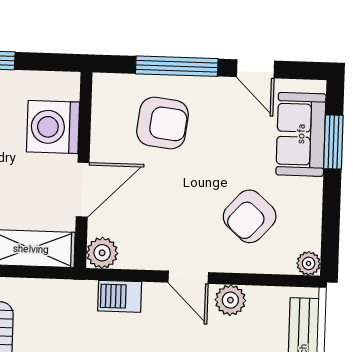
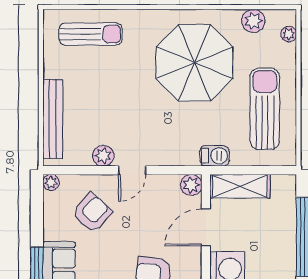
door: (188, 277) -> (132, 170), swing flipped
barbecue: (120, 296) -> (214, 156), moved

